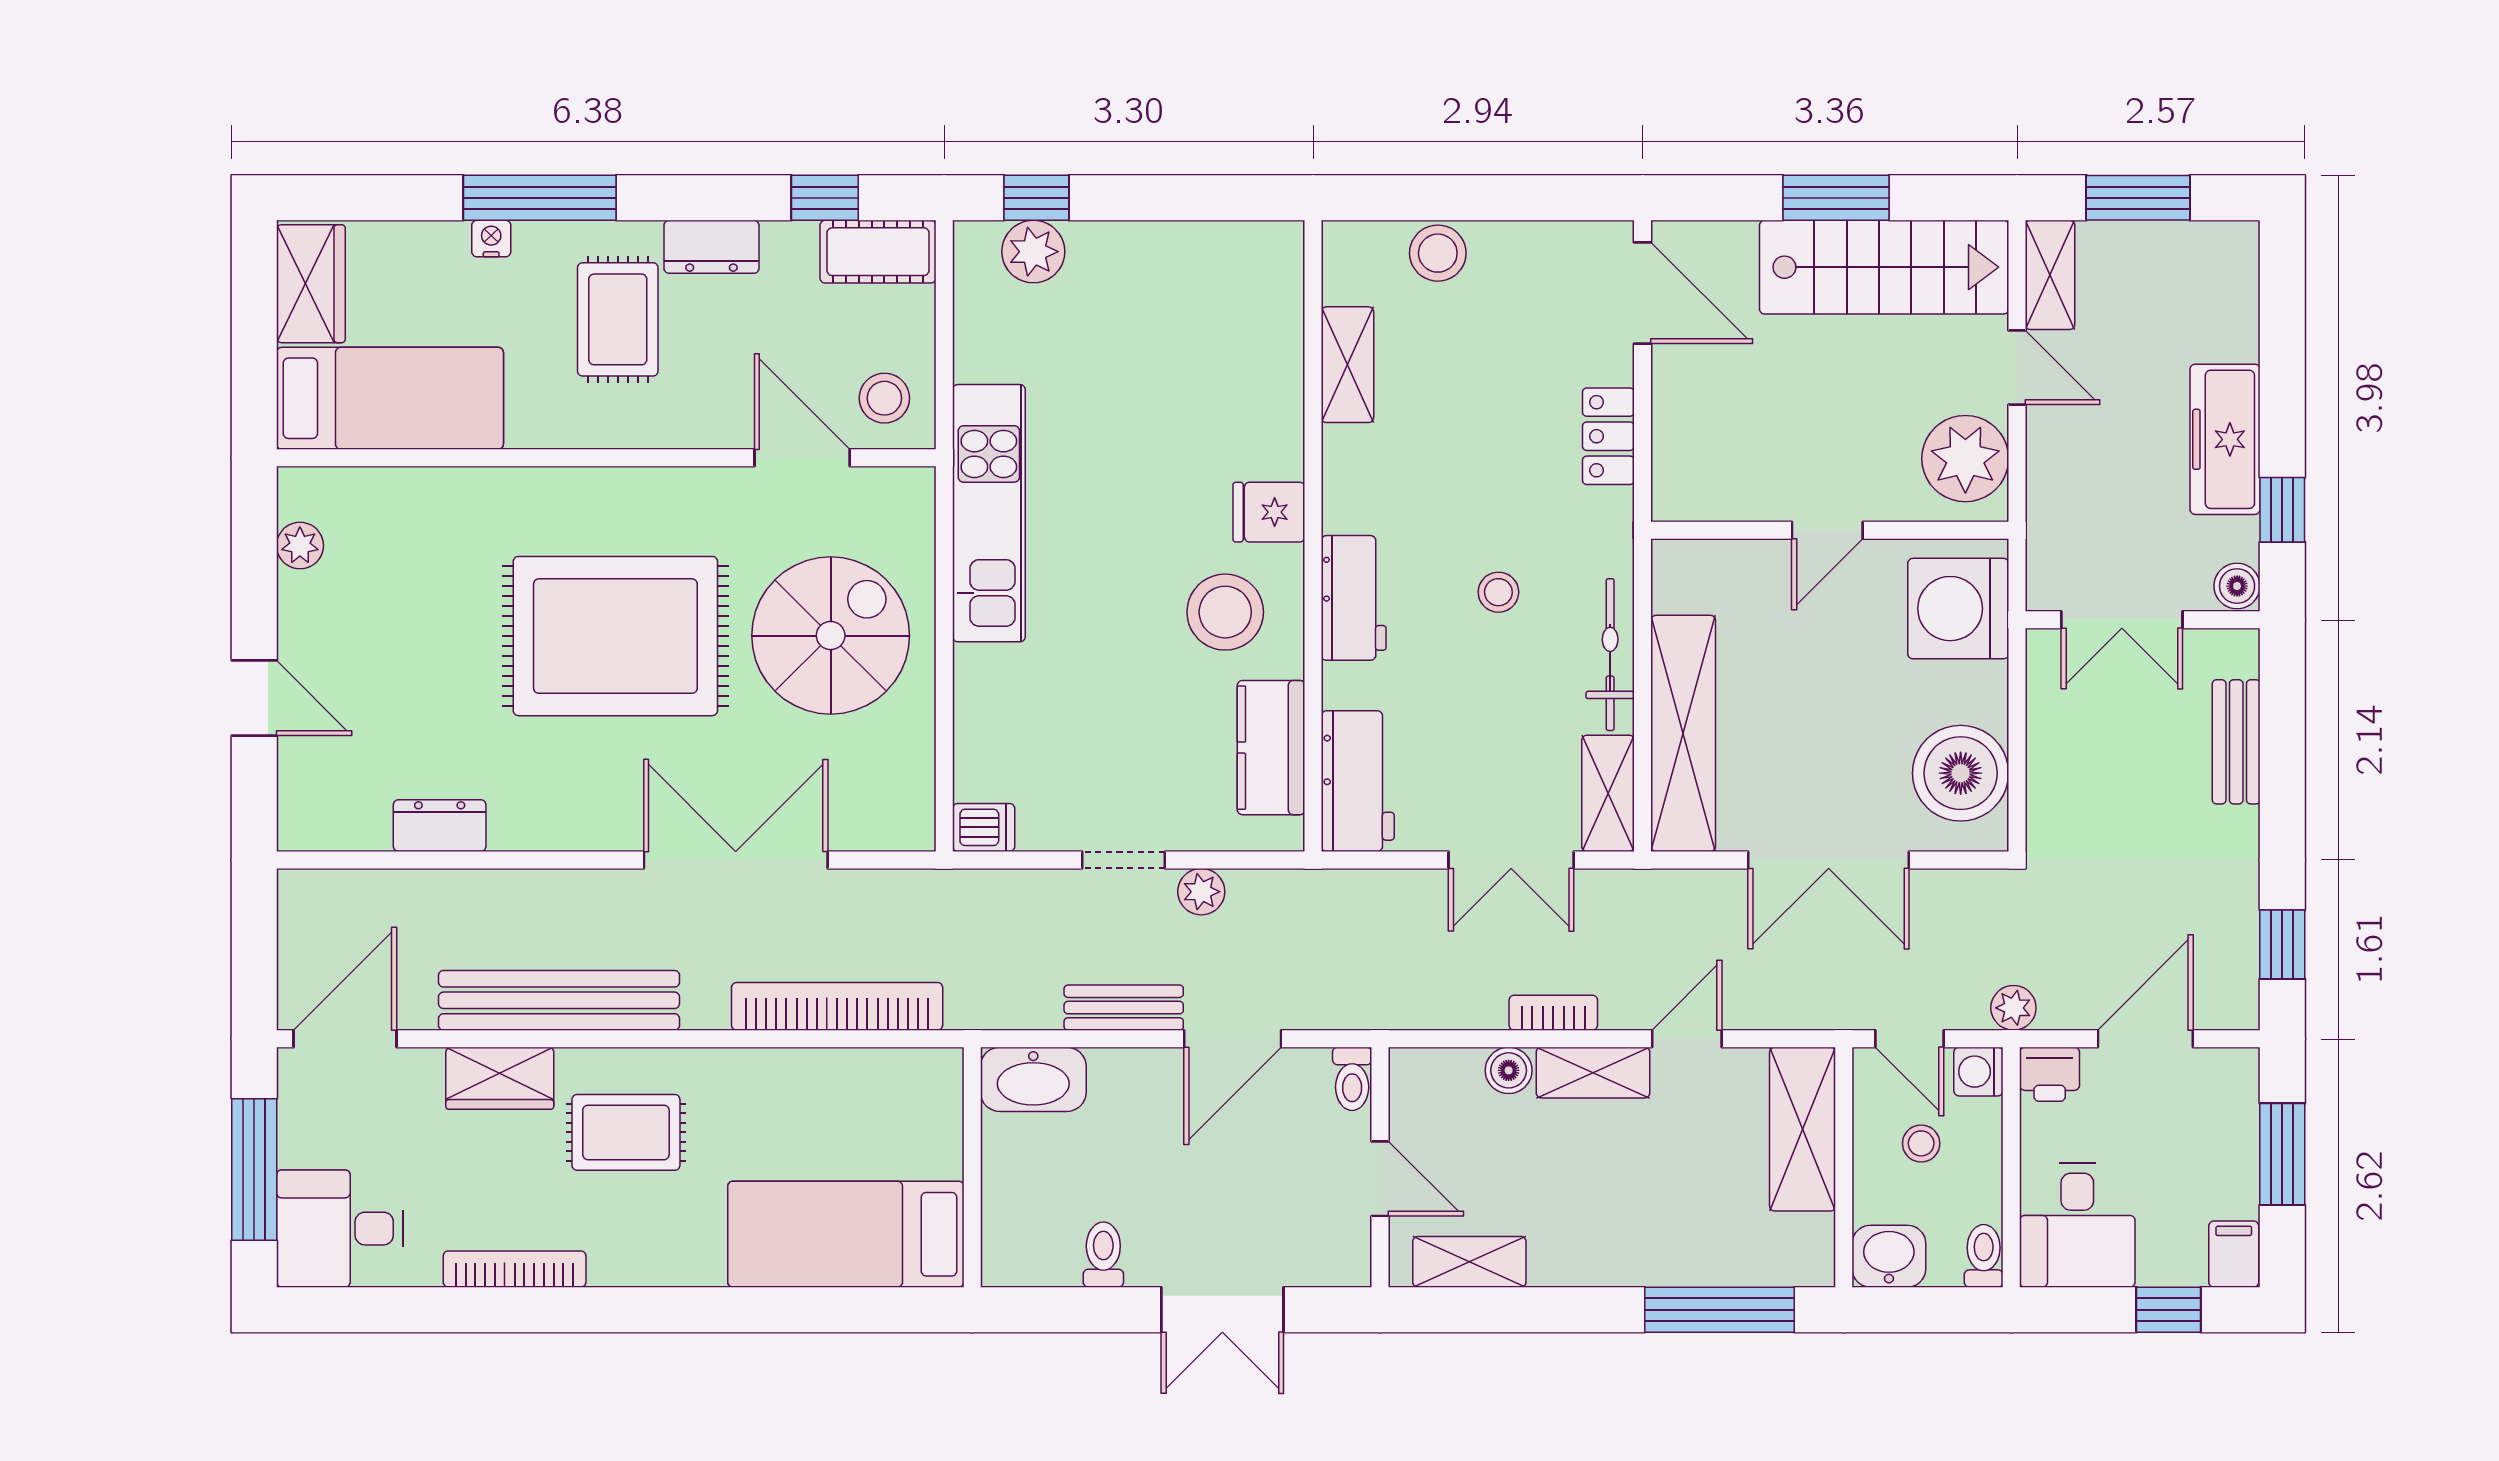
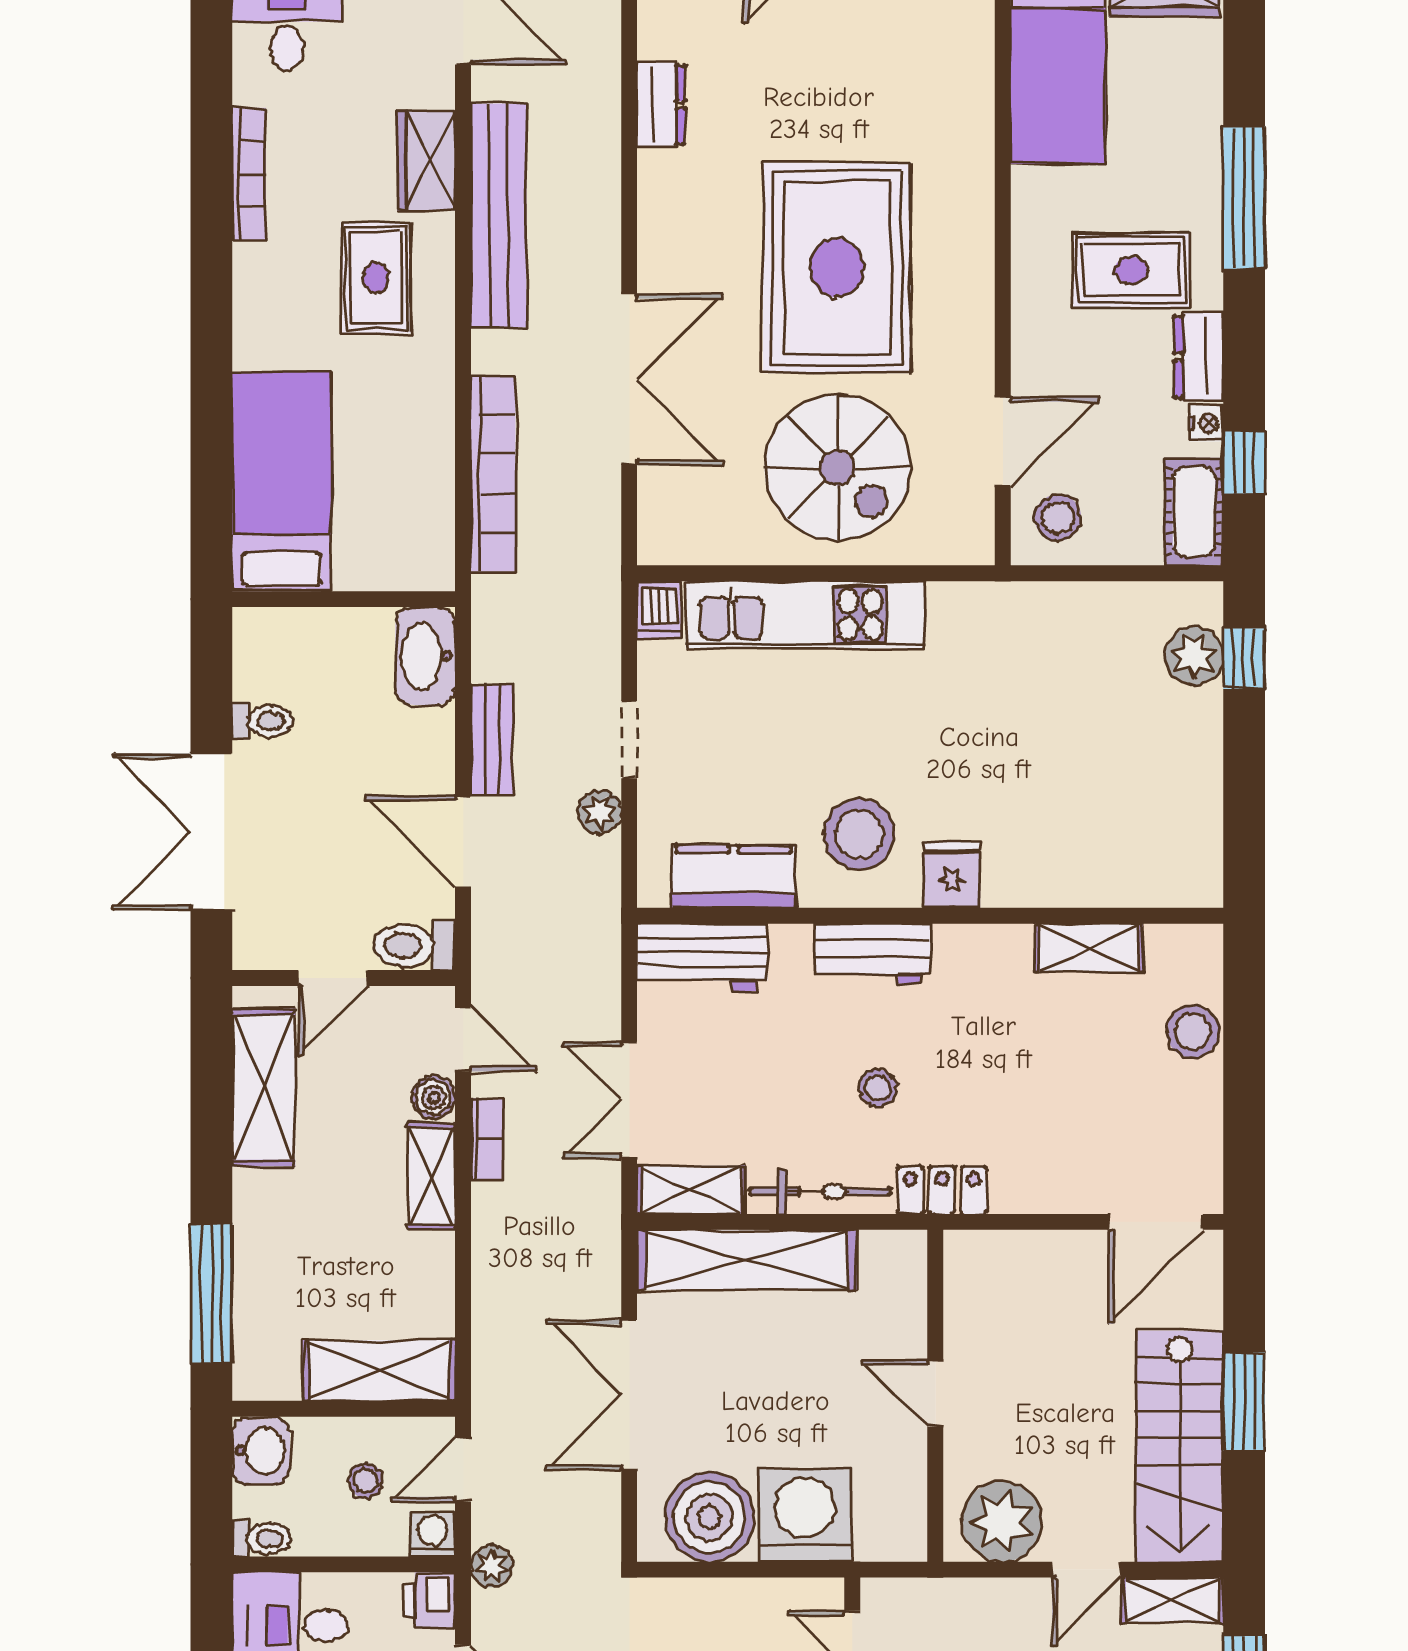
nightstand: (491, 239) -> (1206, 423), moved
locker: (1608, 436) -> (942, 1190), moved
kitchen unit: (989, 513) -> (805, 615), moved
washing machine: (1958, 609) -> (805, 1515), moved
door: (1687, 1039) -> (463, 1039), moved
toilet: (1352, 1079) -> (414, 945), width x1.37, depth x1.39
shelving: (1469, 1262) -> (264, 1087), width x1.50, depth x1.33
double door: (1222, 1310) -> (211, 832), width x1.37

